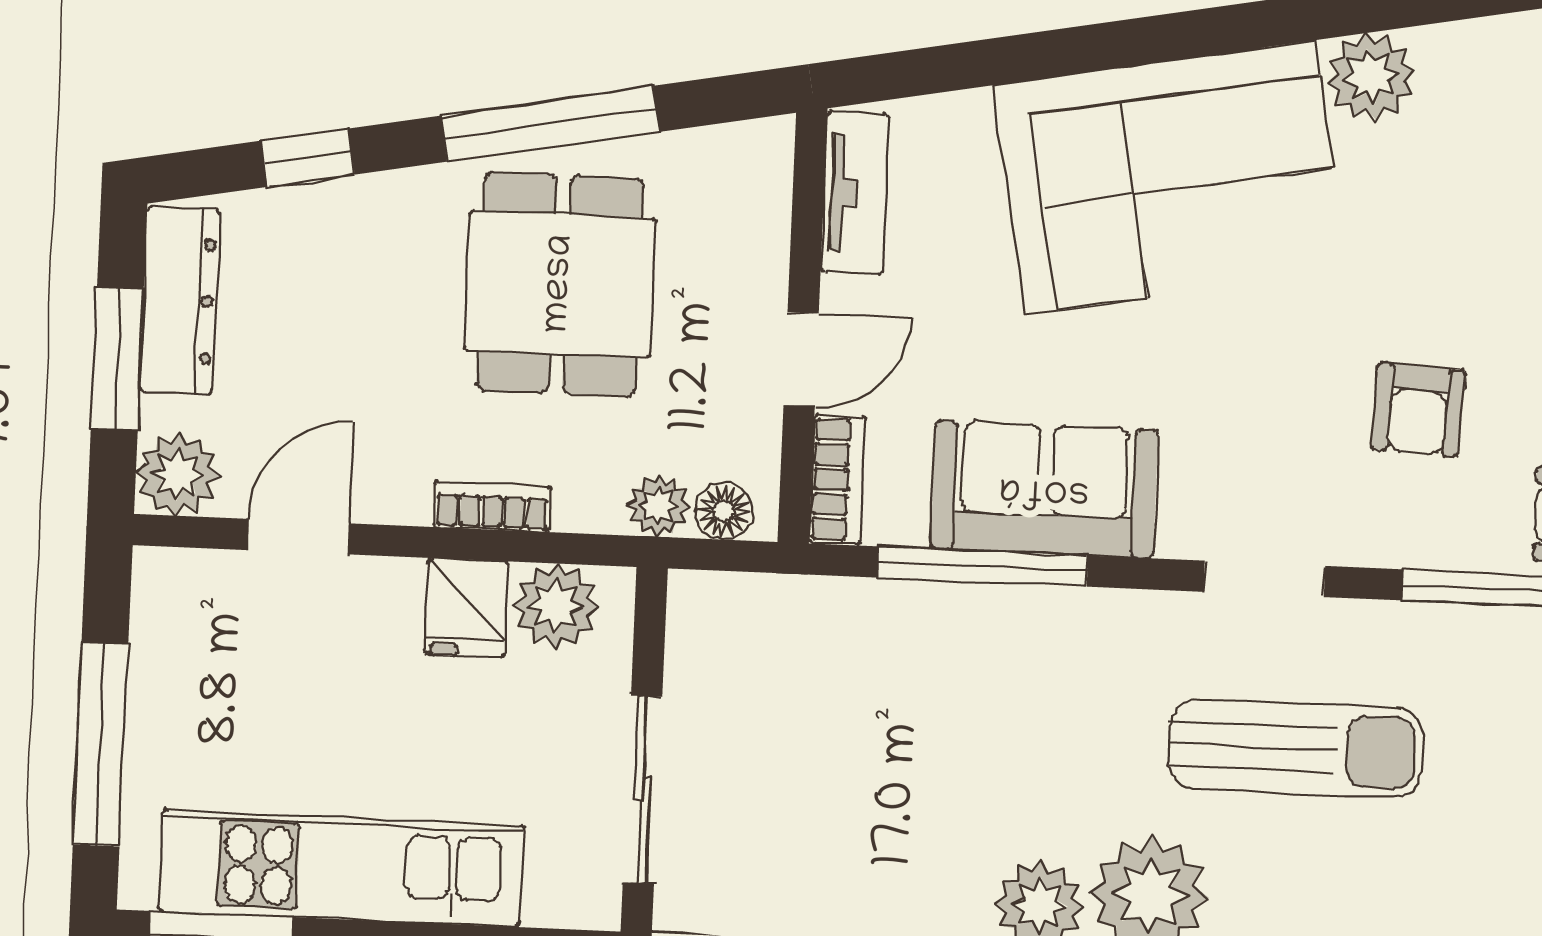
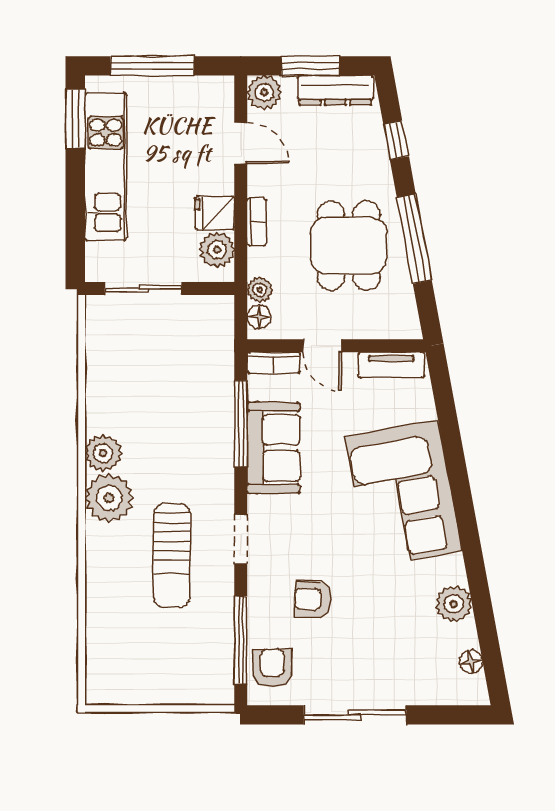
plant: (1371, 77) -> (454, 604), moved
dining table: (560, 284) -> (349, 246), turned 90

